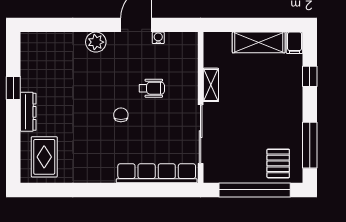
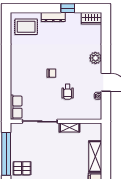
wardrobe: (30, 49) -> (92, 18), added
row of seats: (157, 173) -> (16, 107), width x0.50

